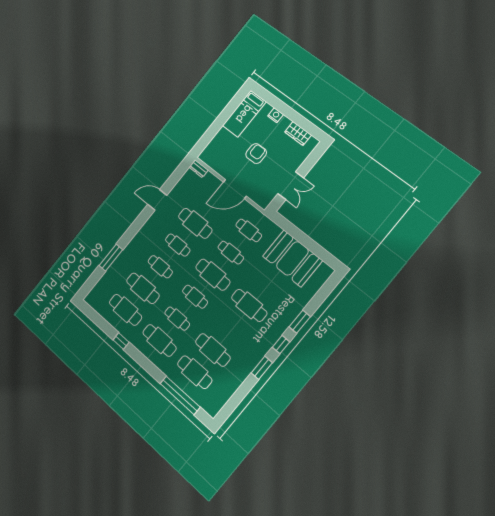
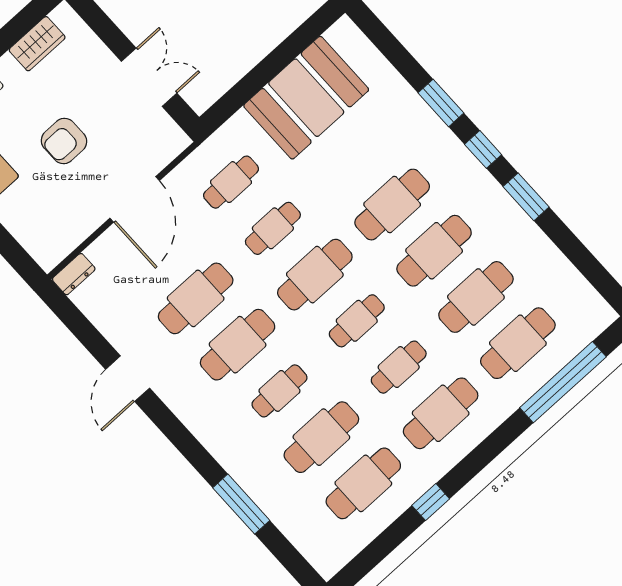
armchair: (256, 154) -> (64, 141), turned -90
cafe table: (178, 245) -> (238, 345), width x1.37, depth x1.35
cafe table: (231, 328) -> (434, 251), added

